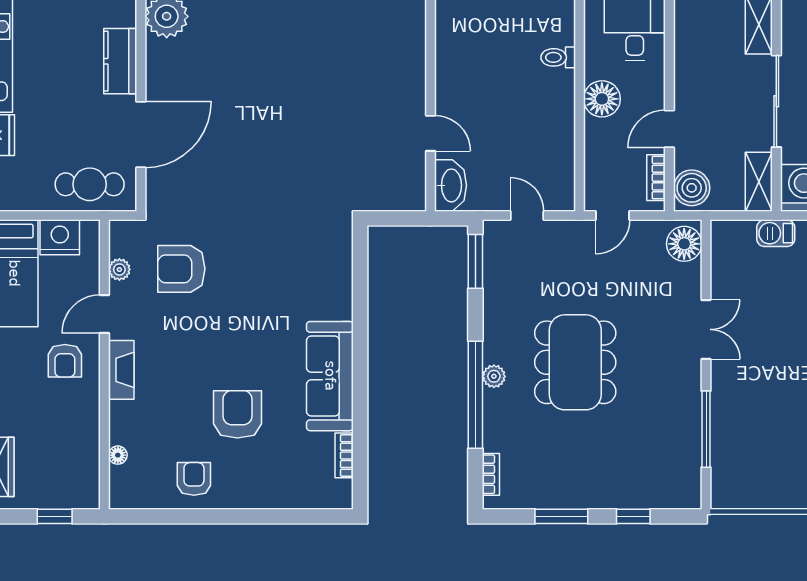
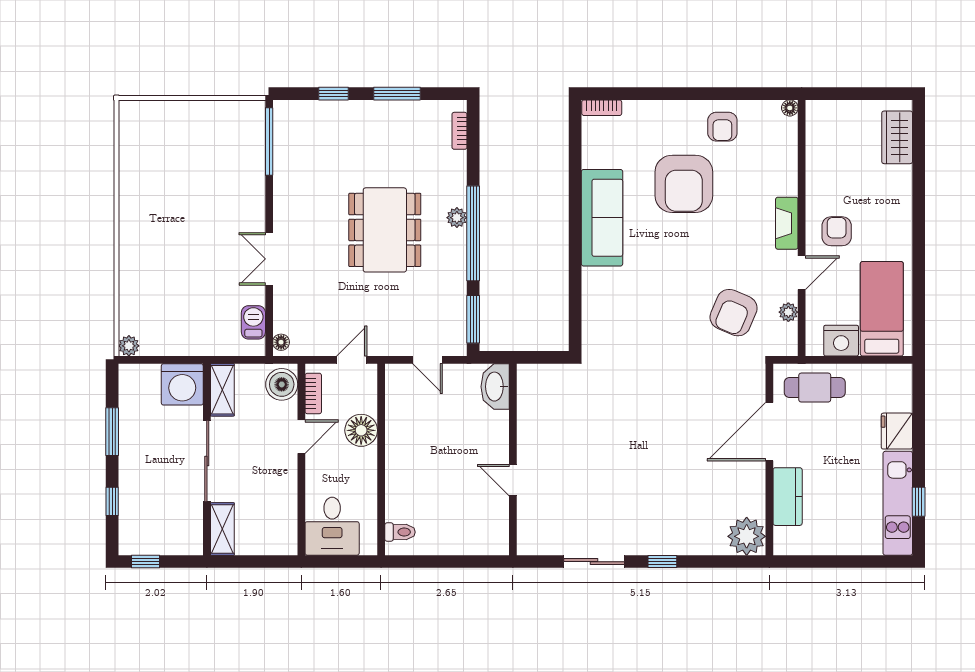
toilet: (558, 57) -> (400, 532), moved
floor lamp: (602, 99) -> (361, 430), moved
door: (430, 133) -> (513, 480), moved
barbecue: (776, 233) -> (253, 322), moved, turned -90
floor lamp: (684, 244) -> (281, 342), width x0.53, depth x0.53
armchair: (181, 269) -> (734, 313), turned 113
window: (475, 395) -> (473, 233), moved
armchair: (237, 414) -> (684, 184), width x1.36, depth x1.36
window: (706, 429) -> (269, 142), moved
floor lamp: (118, 455) -> (790, 108), moved
bookcase: (344, 455) -> (602, 108), moved, turned 90
window: (55, 516) -> (846, 94), removed

